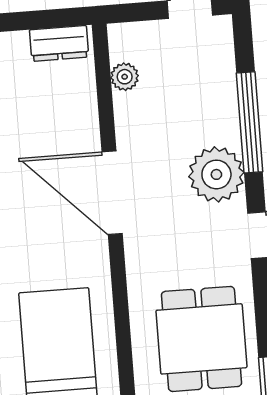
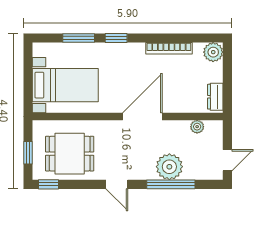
plant: (216, 174) -> (169, 167), moved

